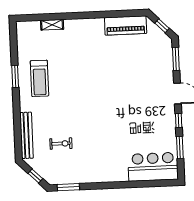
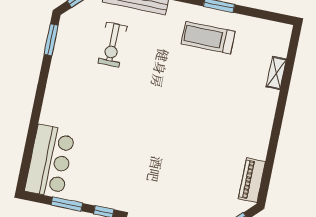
piano: (126, 25) -> (252, 180), width x0.73, depth x0.75
exercise bike: (61, 144) -> (113, 45), width x1.38, depth x1.39

